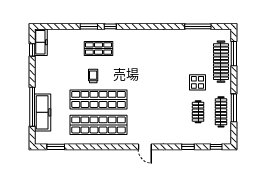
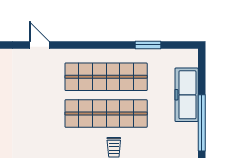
window: (32, 107) -> (202, 123), moved
window: (56, 147) -> (148, 45), moved

